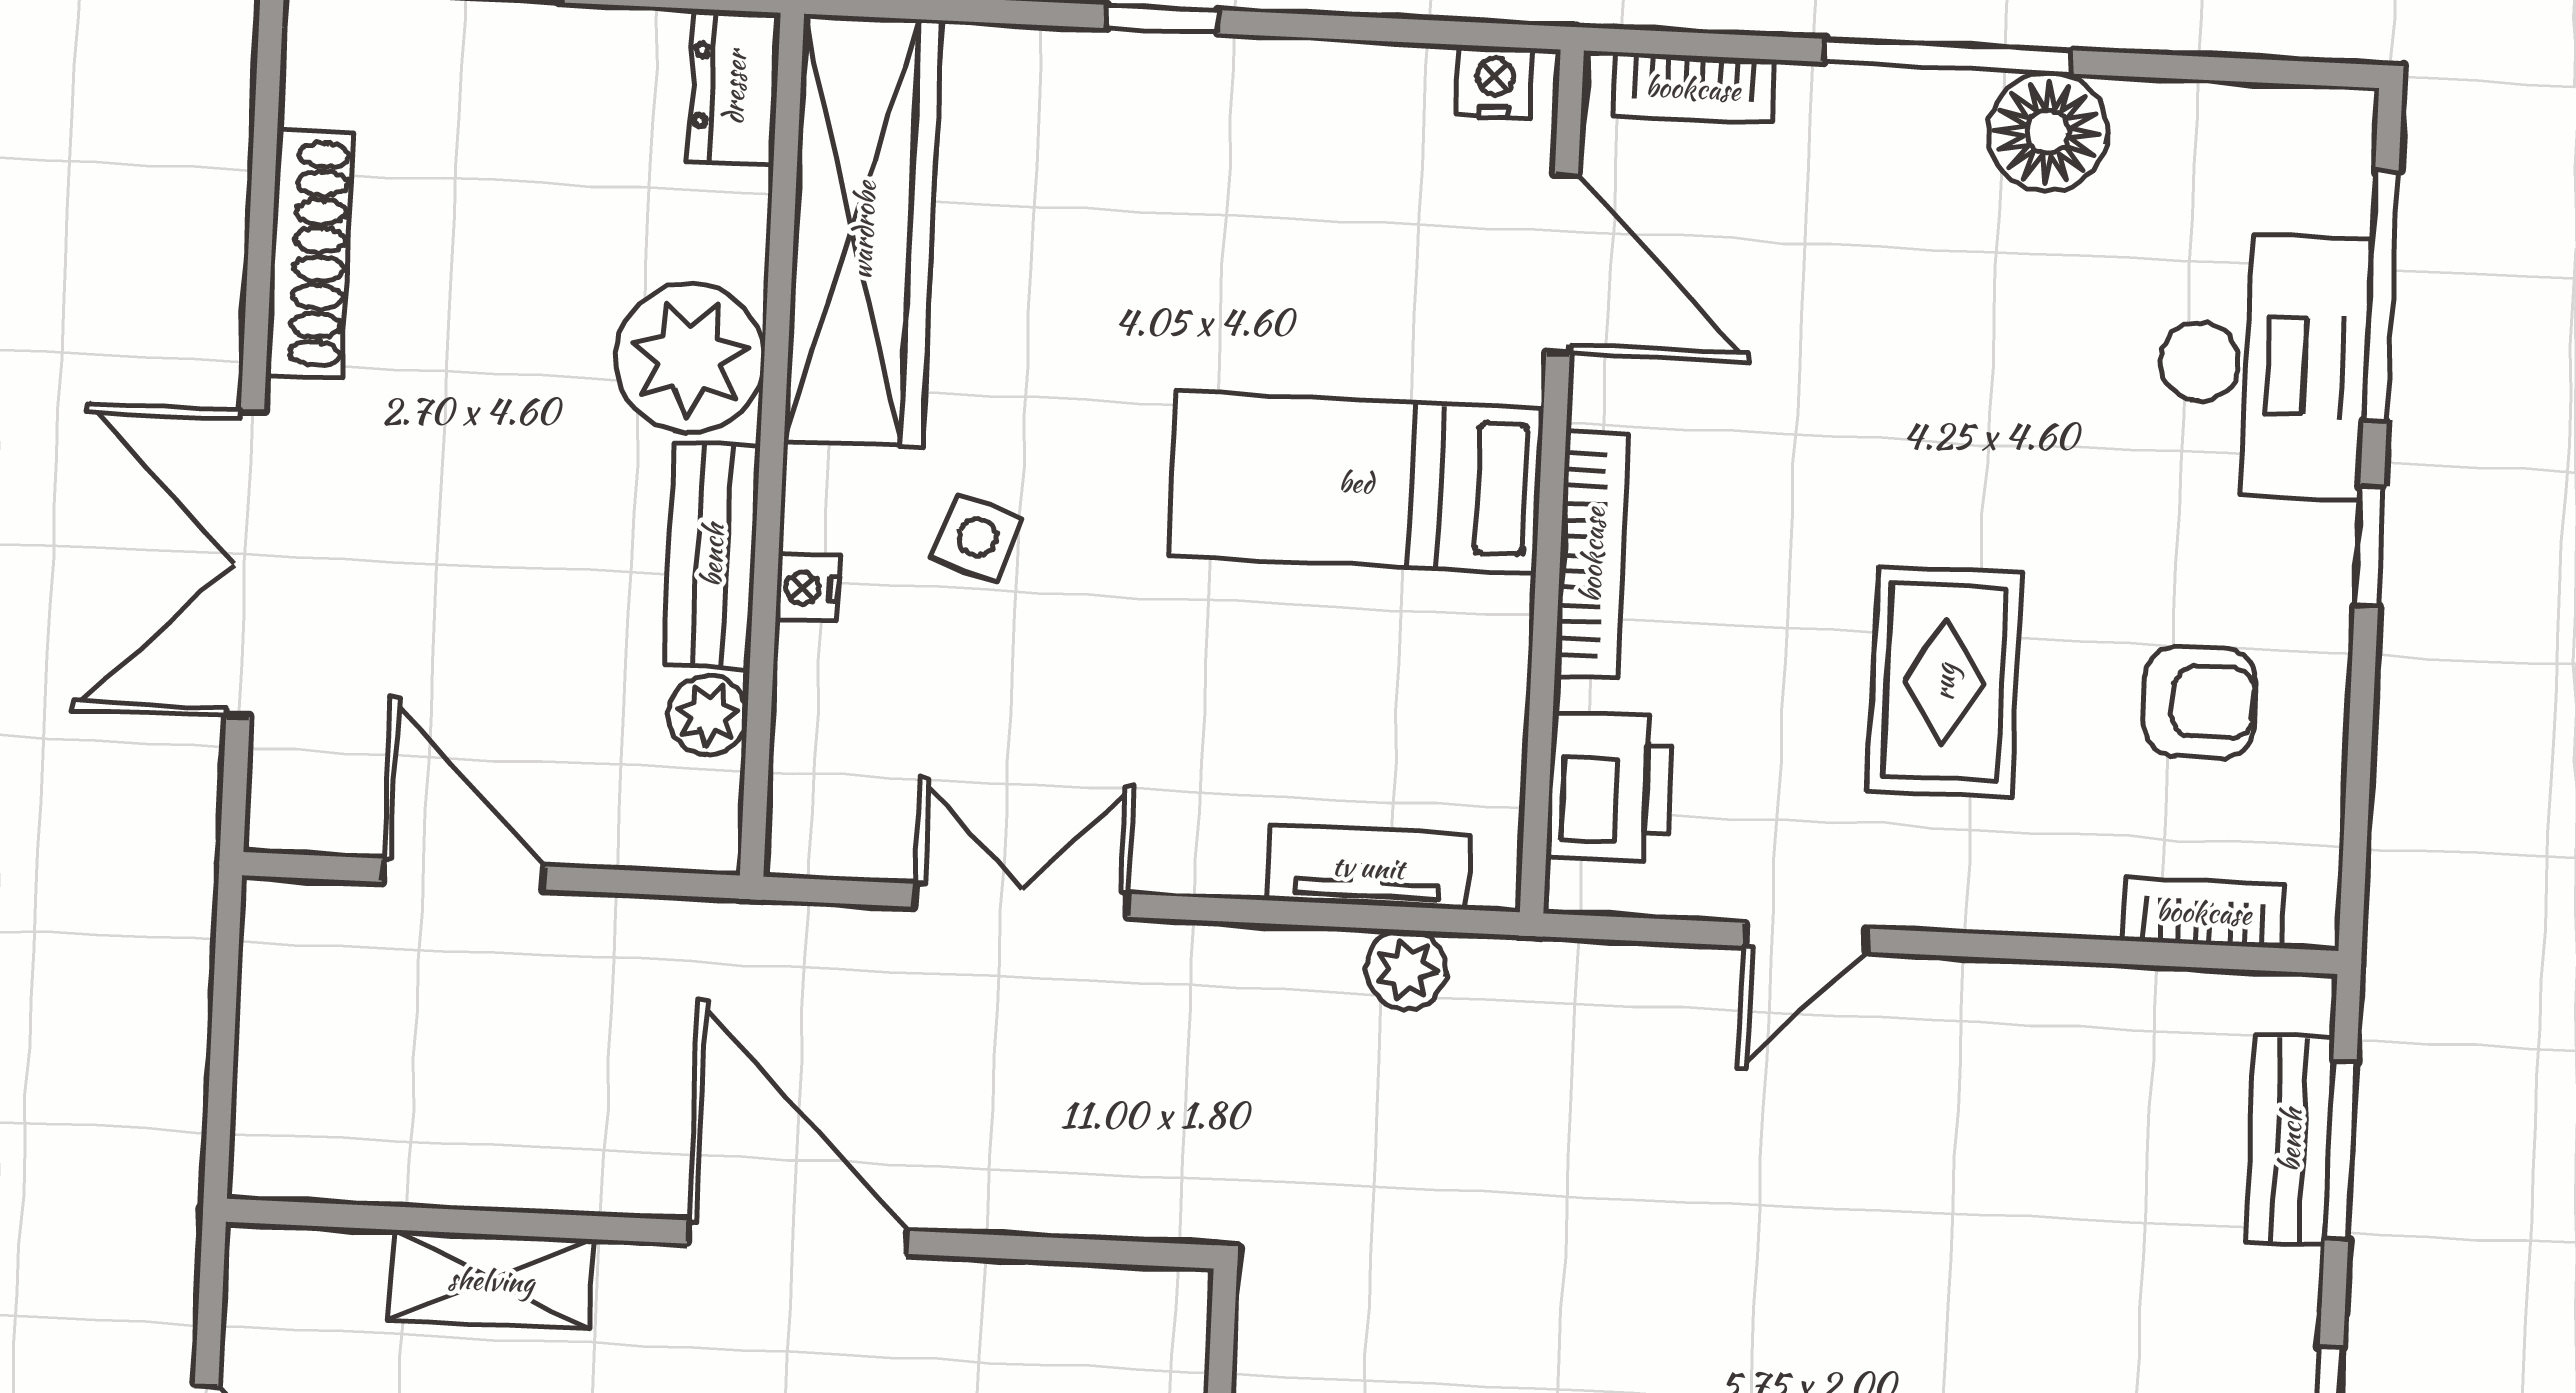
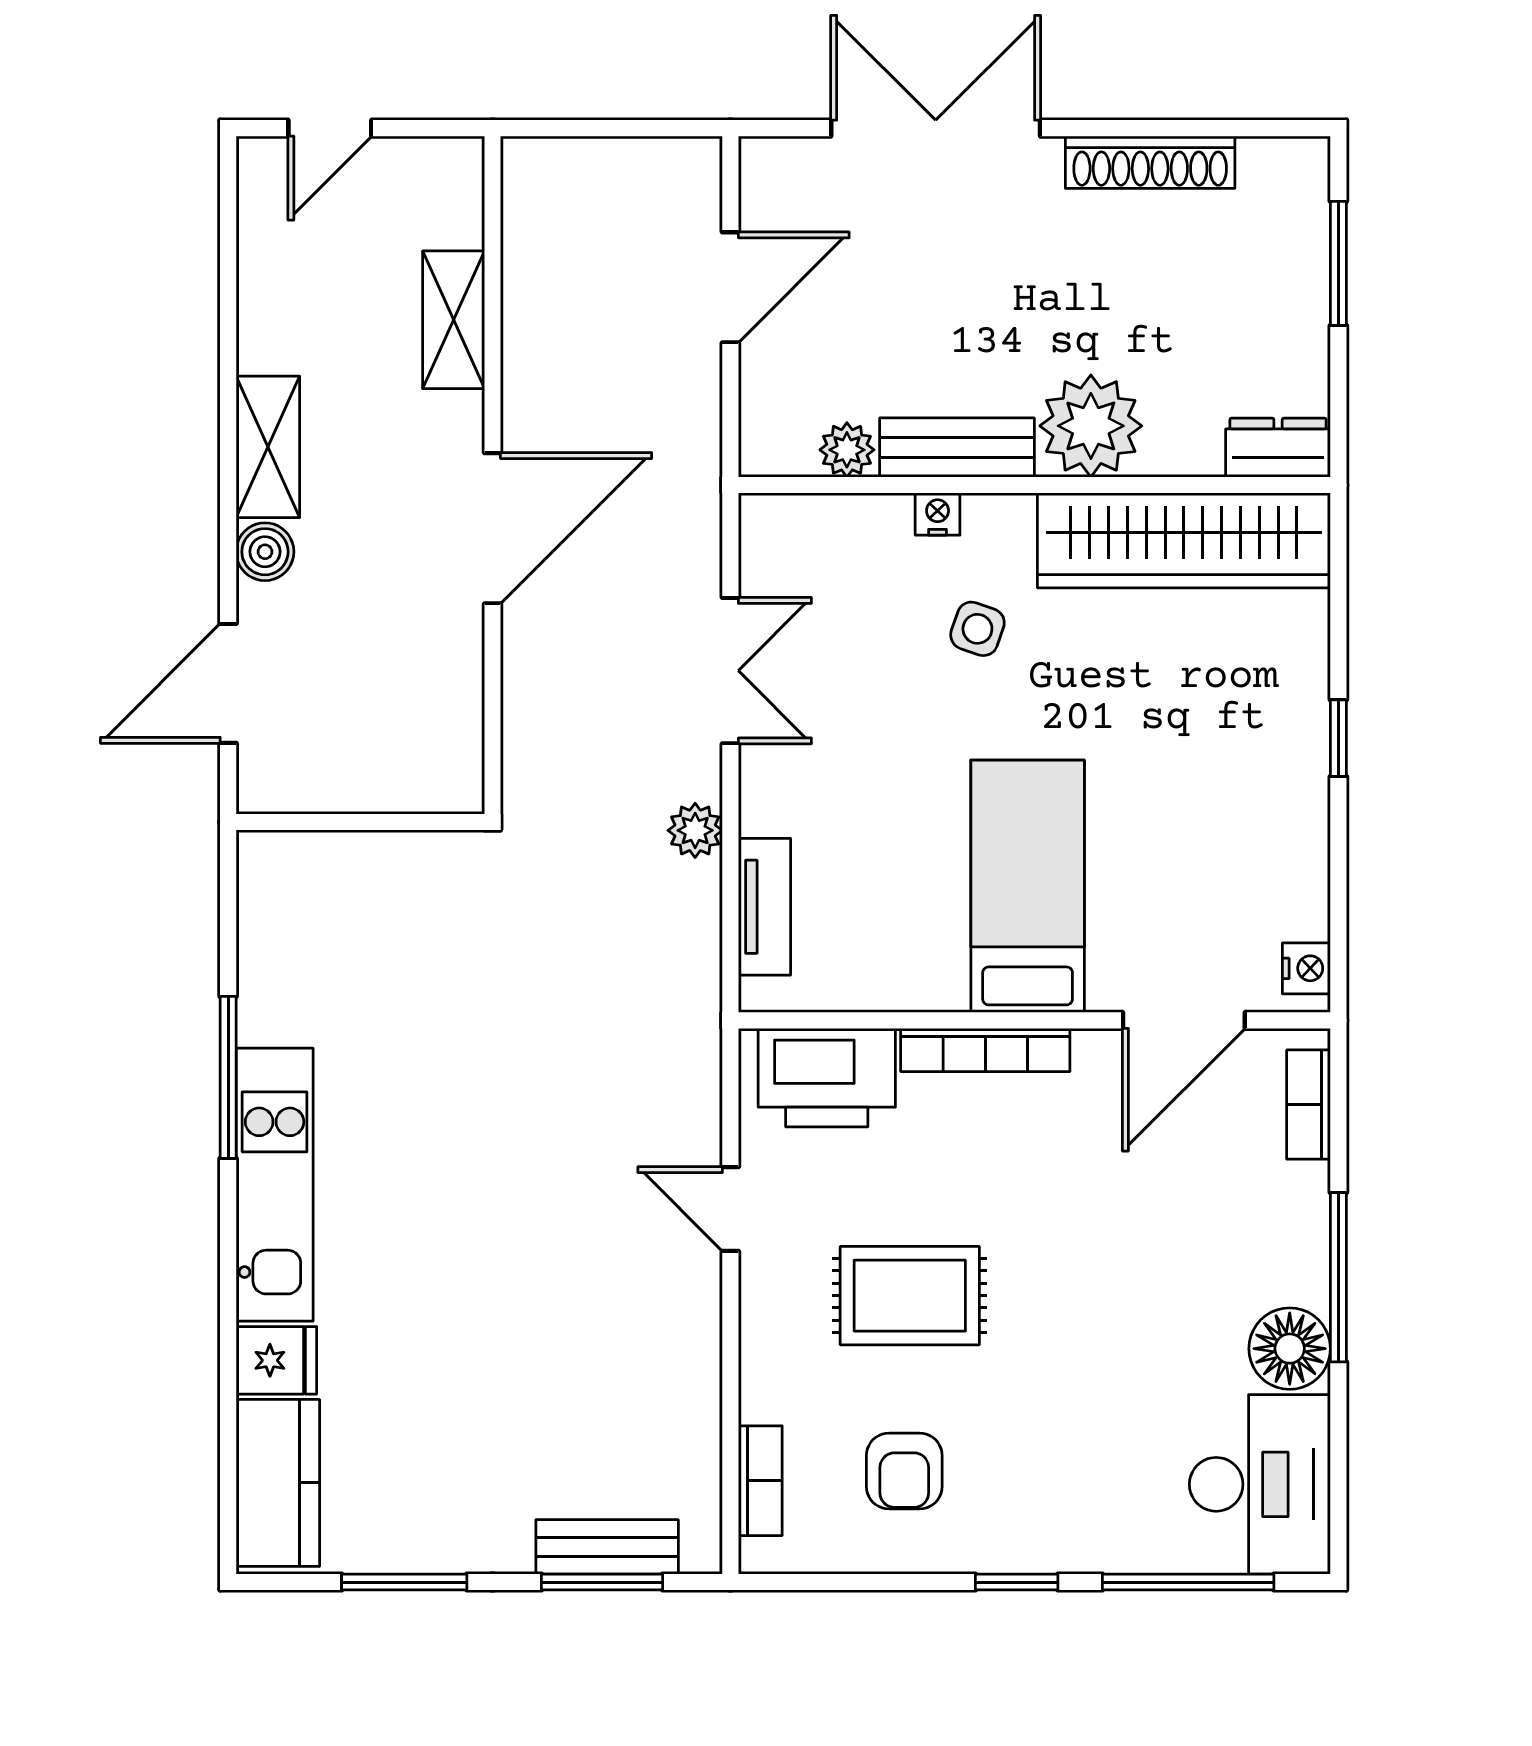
desk: (2263, 365) -> (1260, 1484), moved, turned -90
printer: (1609, 787) -> (827, 1078), width x1.37, depth x1.19
plant: (1406, 970) -> (695, 830), moved

